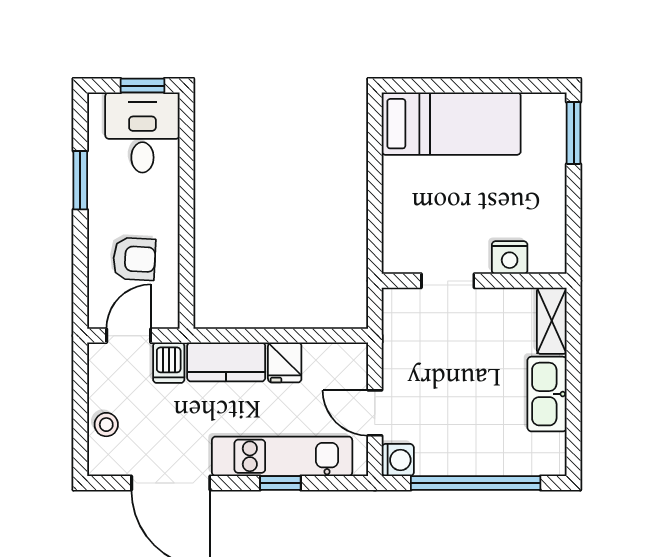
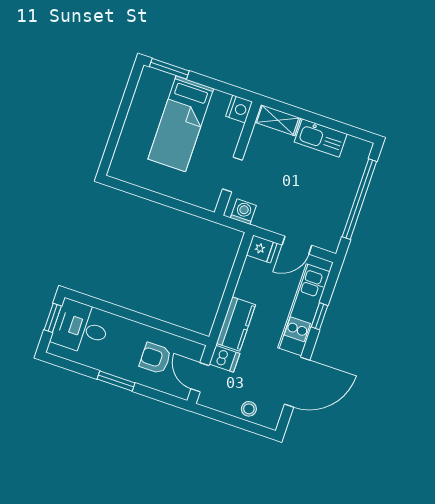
bed: (451, 124) -> (181, 124), moved, turned 180
window: (80, 180) -> (116, 381), moved
nightstand: (510, 258) -> (239, 109), moved
armchair: (134, 259) -> (155, 358), turned -93
fridge: (285, 362) -> (262, 249), moved
washing machine: (398, 460) -> (243, 212), moved

